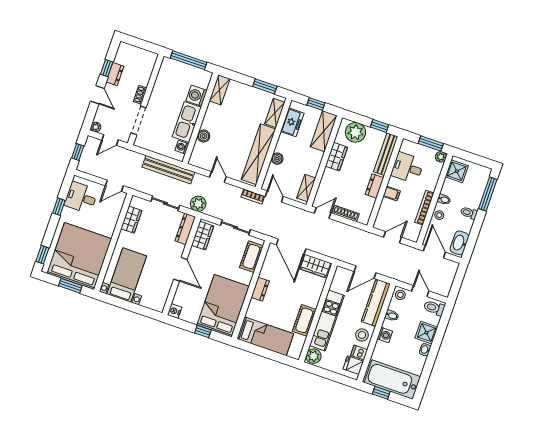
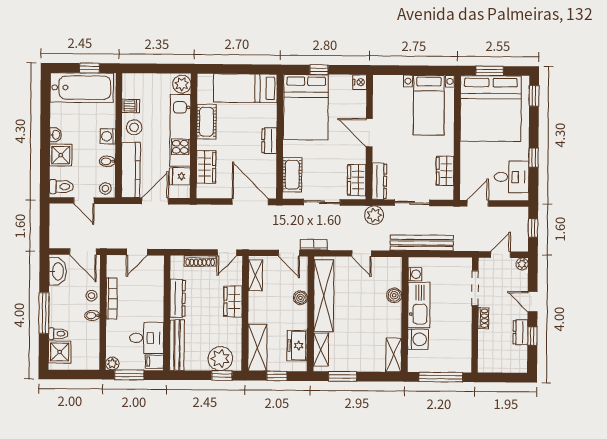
window: (380, 126) -> (222, 376), moved
wardrobe: (336, 157) -> (233, 301), moved
shower: (457, 171) -> (60, 352), moved
dresser: (374, 186) -> (178, 298), width x1.44
filing cabinet: (392, 194) -> (154, 362), moved
window: (488, 194) -> (44, 313), moved
toilet: (469, 213) -> (58, 334), moved
wardrobe: (315, 266) -> (206, 167), moved, turned 90
fridge: (353, 365) -> (180, 176), moved, turned 180

